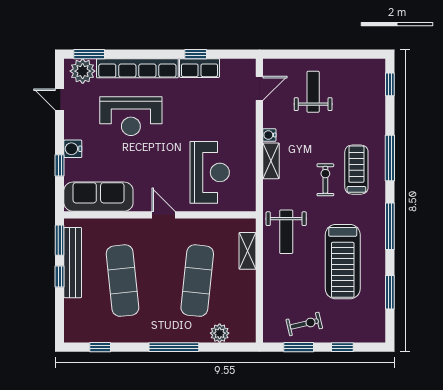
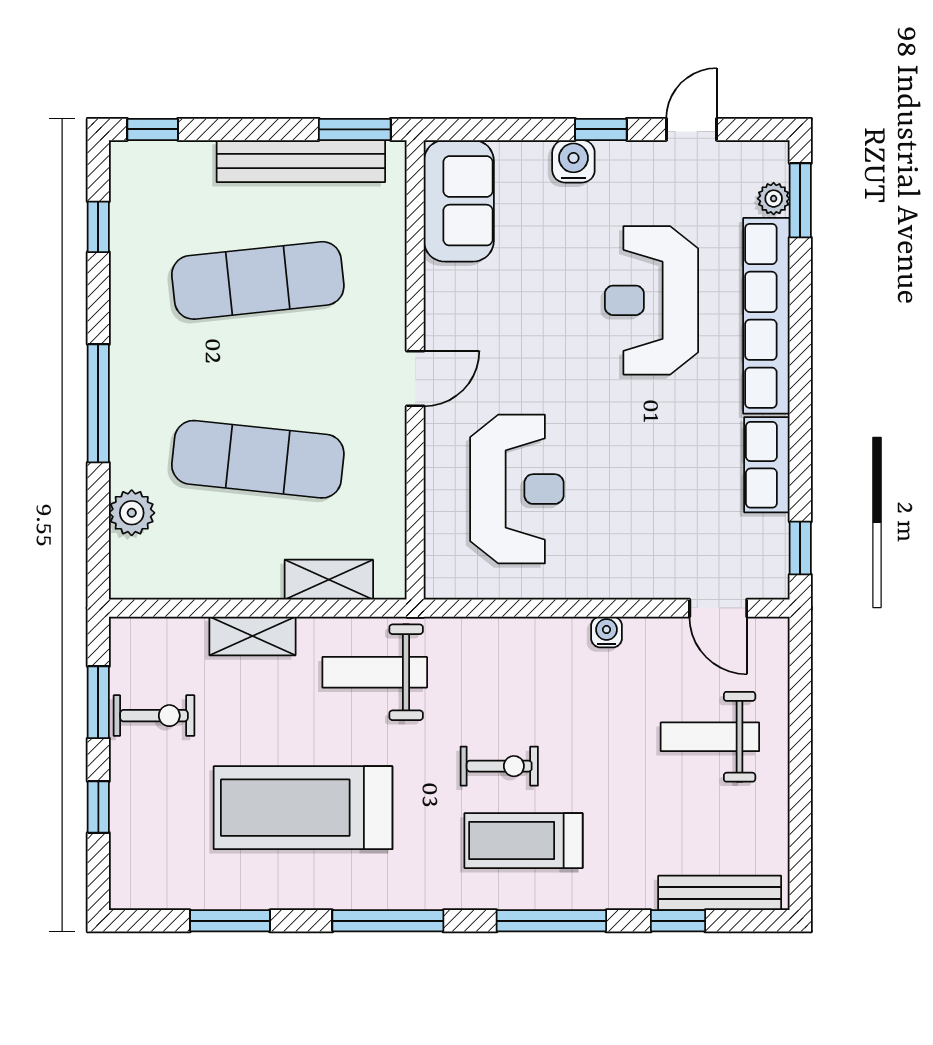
window: (196, 54) -> (800, 548), moved
plant: (83, 71) -> (774, 199), width x0.53, depth x0.53
window: (390, 84) -> (678, 921), moved
bench: (378, 88) -> (720, 893), added
weight bench: (313, 92) -> (710, 737), turned 180
shelving: (271, 161) -> (252, 636), moved
window: (60, 165) -> (601, 129), moved
treadmill: (356, 170) -> (523, 841), turned 180
reception desk: (210, 172) -> (517, 489), turned -90
sofa: (98, 197) -> (459, 201), width x0.73
window: (60, 277) -> (153, 129), moved
exercise bike: (304, 324) -> (154, 716), turned -77

